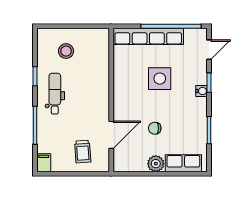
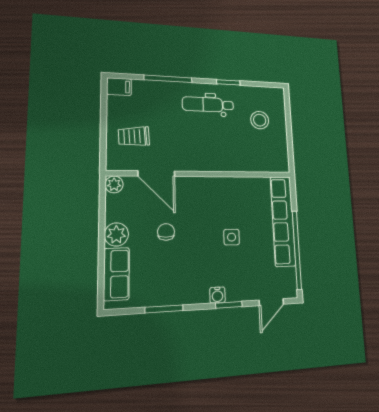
door: (209, 50) -> (271, 302), hinge flipped
side table: (160, 79) -> (232, 237), width x0.54, depth x0.54
dental chair: (55, 94) -> (208, 105), turned 180
plant: (119, 166) -> (114, 184), added

